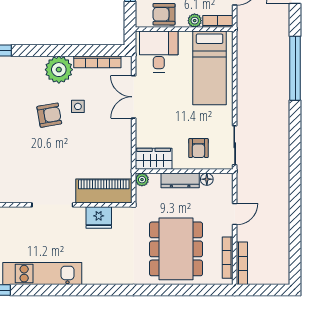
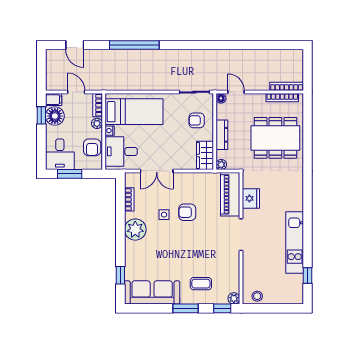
nightstand: (185, 37) -> (110, 131), added
bookcase: (97, 62) -> (129, 199), width x0.64
armchair: (49, 115) -> (187, 212), moved, turned -80
armchair: (198, 148) -> (197, 120), turned 180
floor lamp: (207, 179) -> (221, 98), moved
door: (235, 214) -> (236, 92), moved

